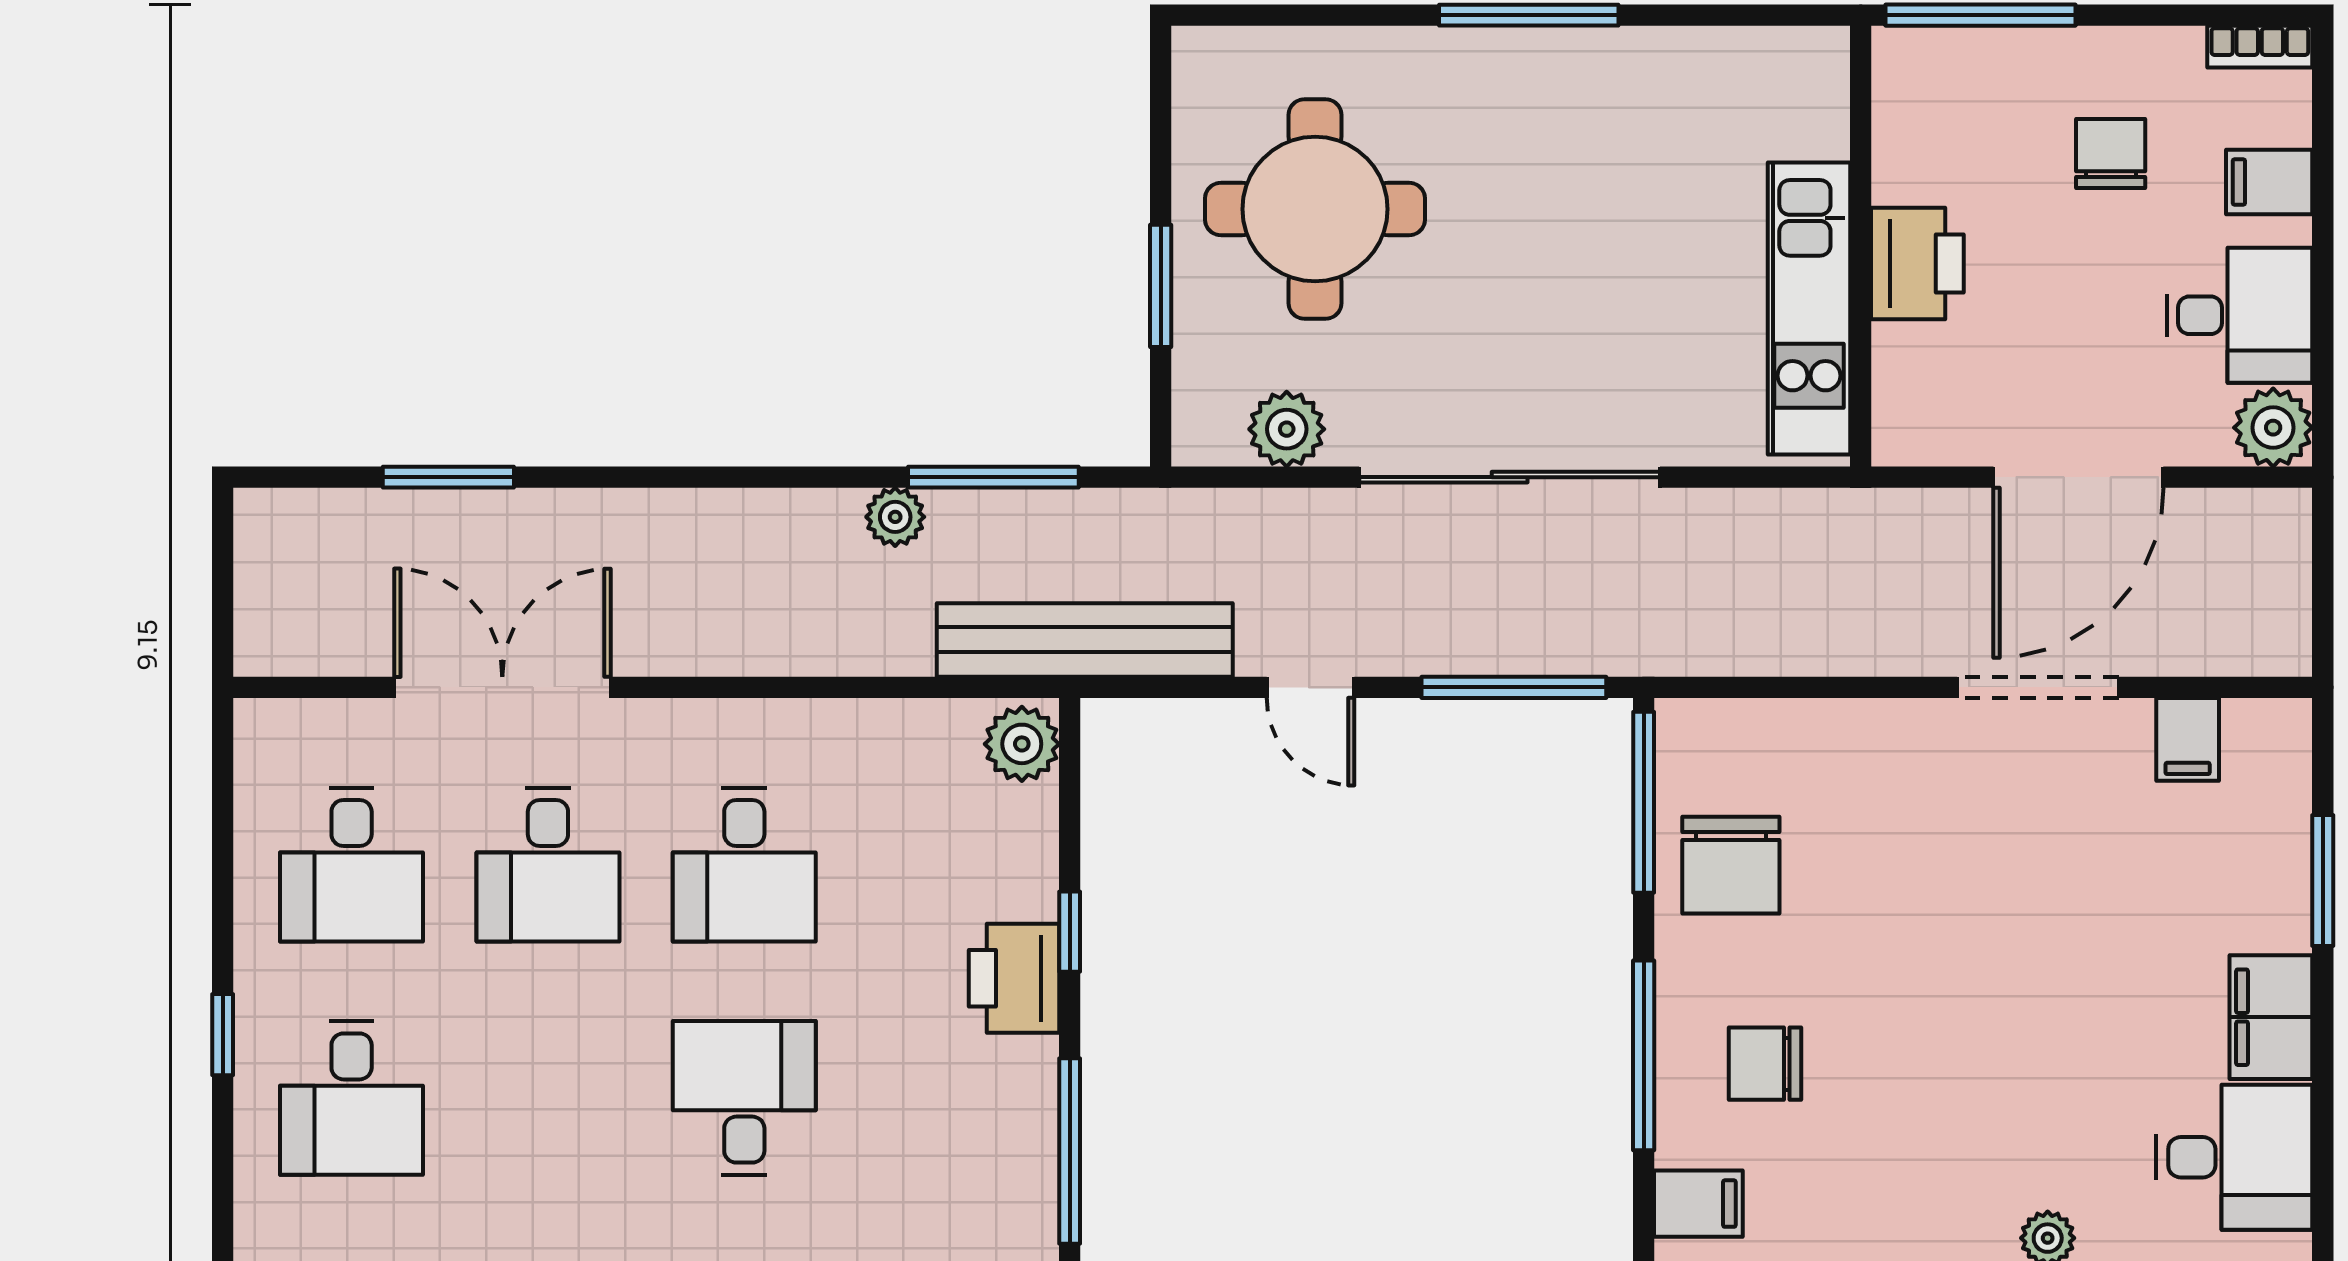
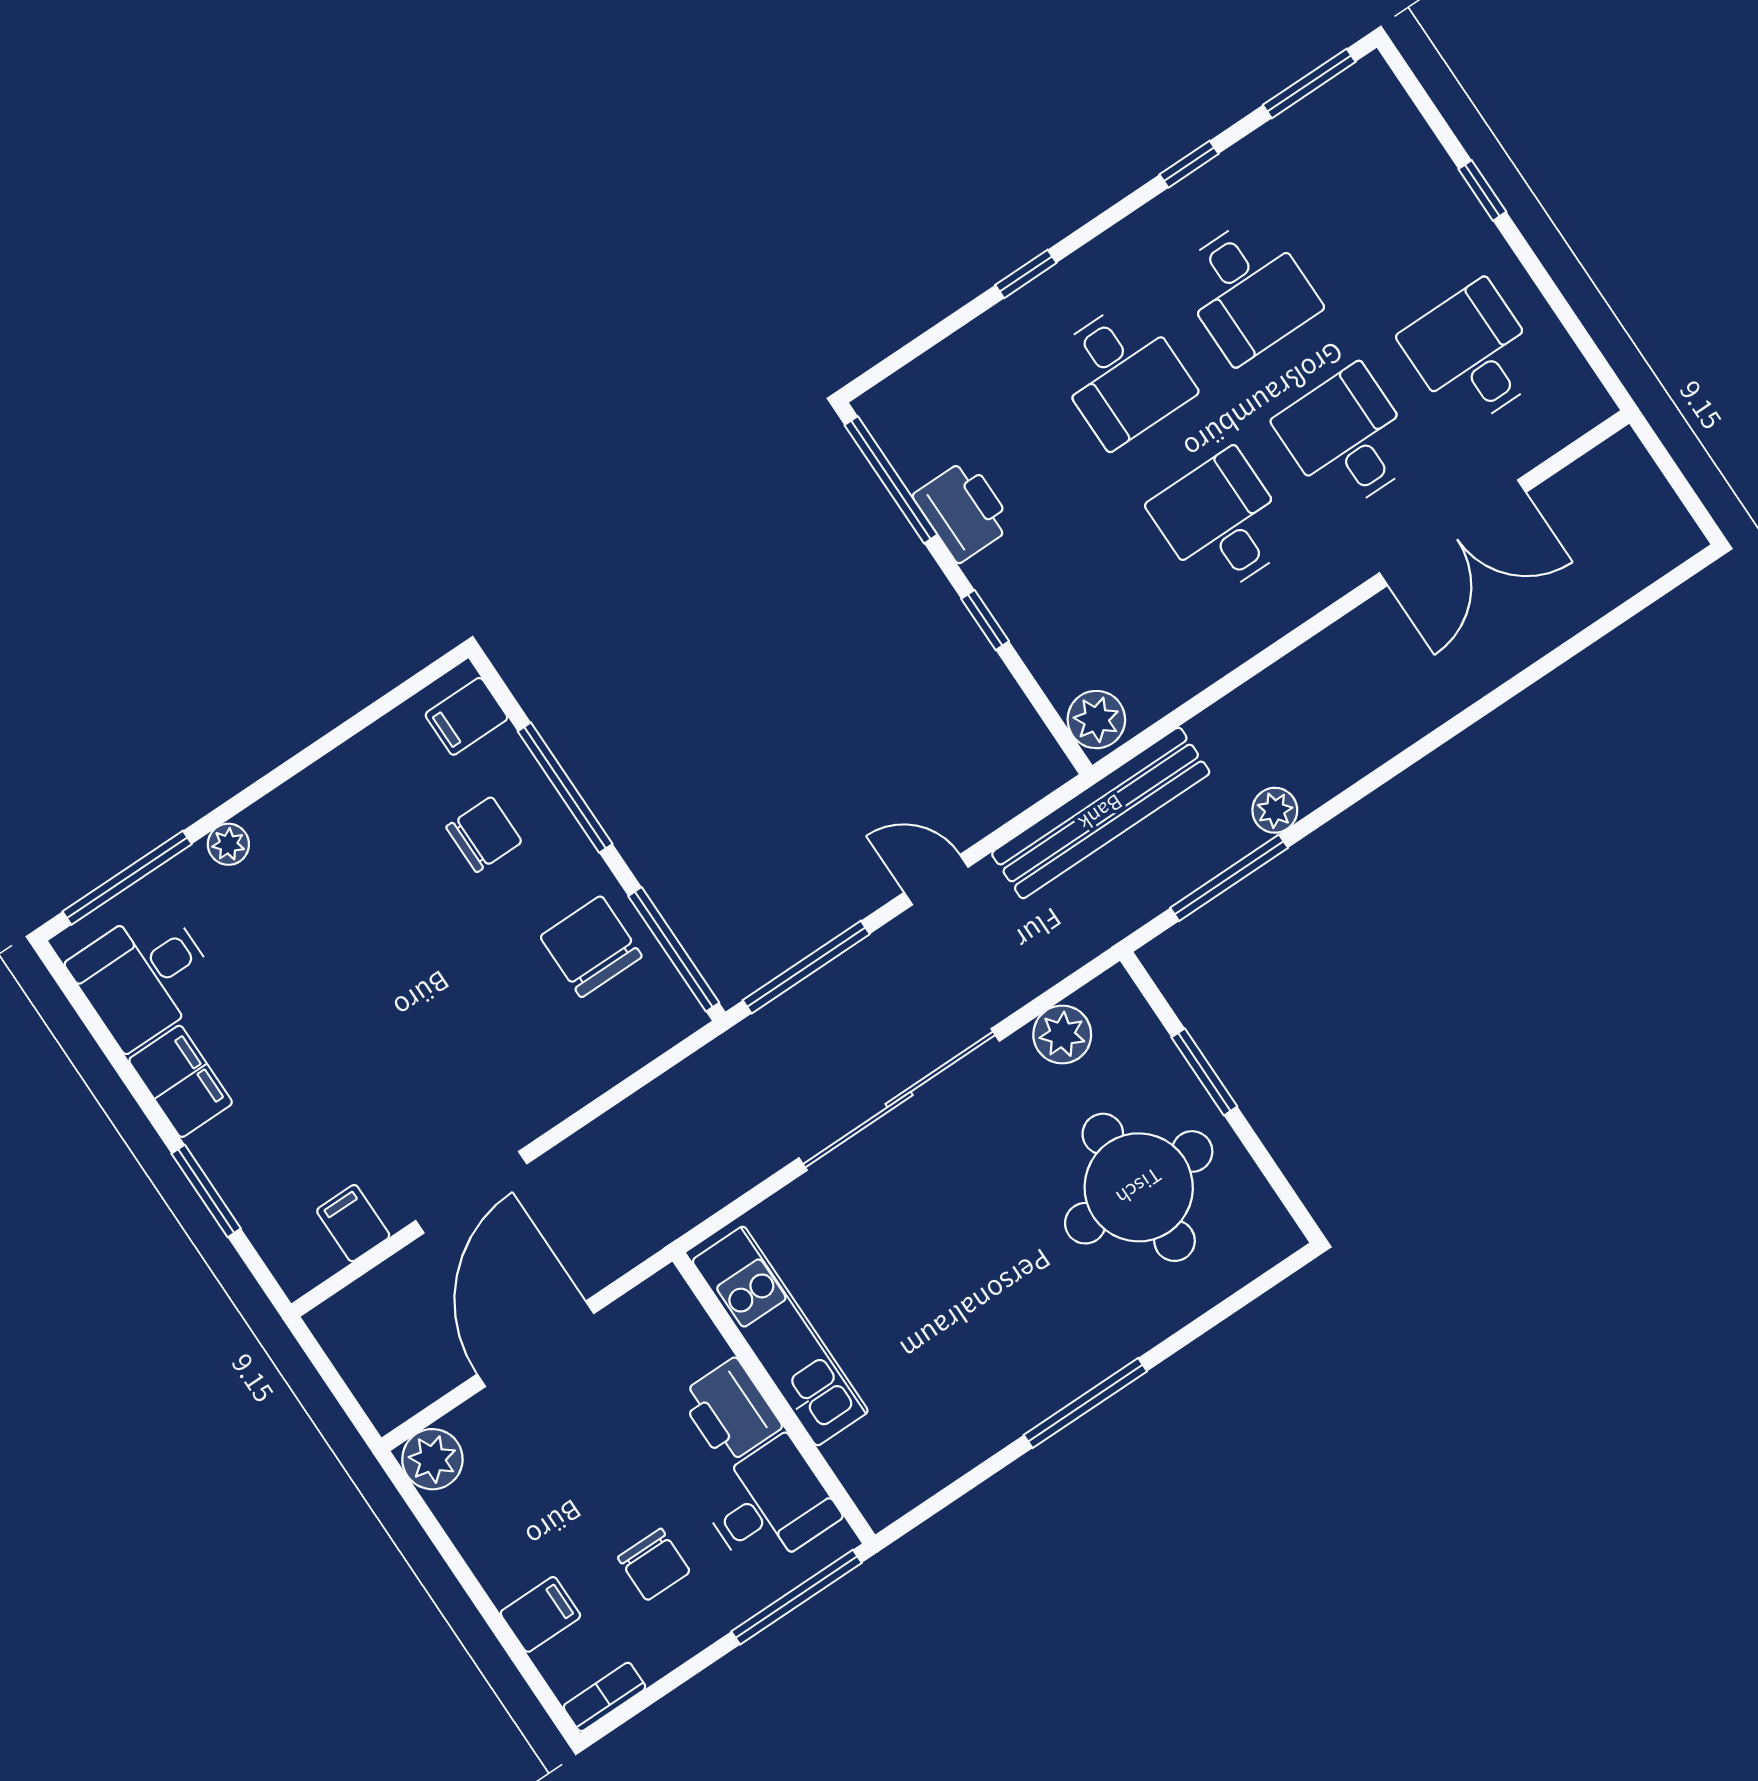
desk: (2239, 315) -> (769, 1505), moved, turned 180
window: (448, 477) -> (1577, 644), removed
printer: (1014, 978) -> (963, 511), moved
desk: (352, 1098) -> (1247, 290), moved, turned 180

